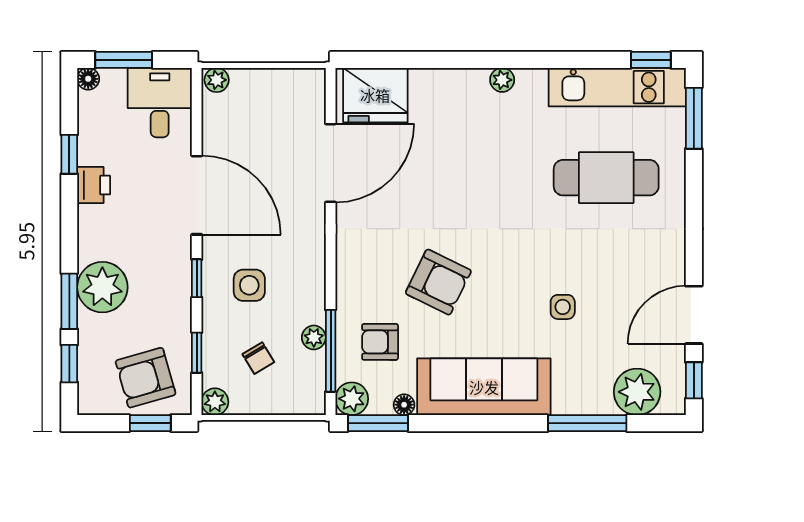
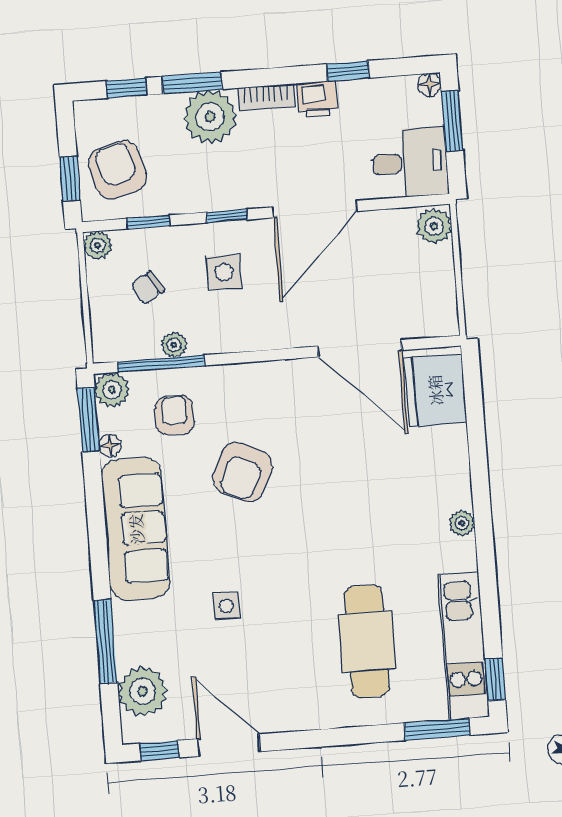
plant: (217, 80) -> (434, 226), width x1.38, depth x1.38
bookcase: (88, 233) -> (267, 97), added

